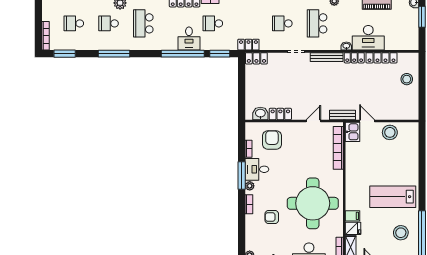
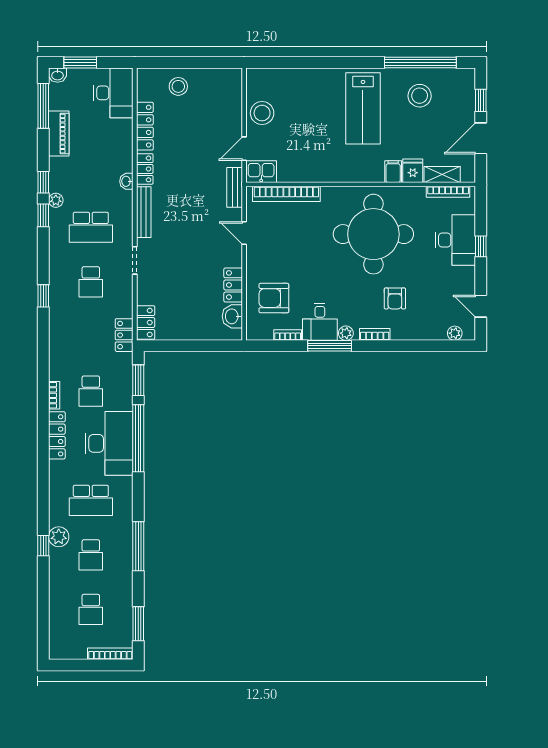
desk: (368, 38) -> (113, 93), moved
desk: (189, 39) -> (109, 443), width x1.87, depth x1.30

